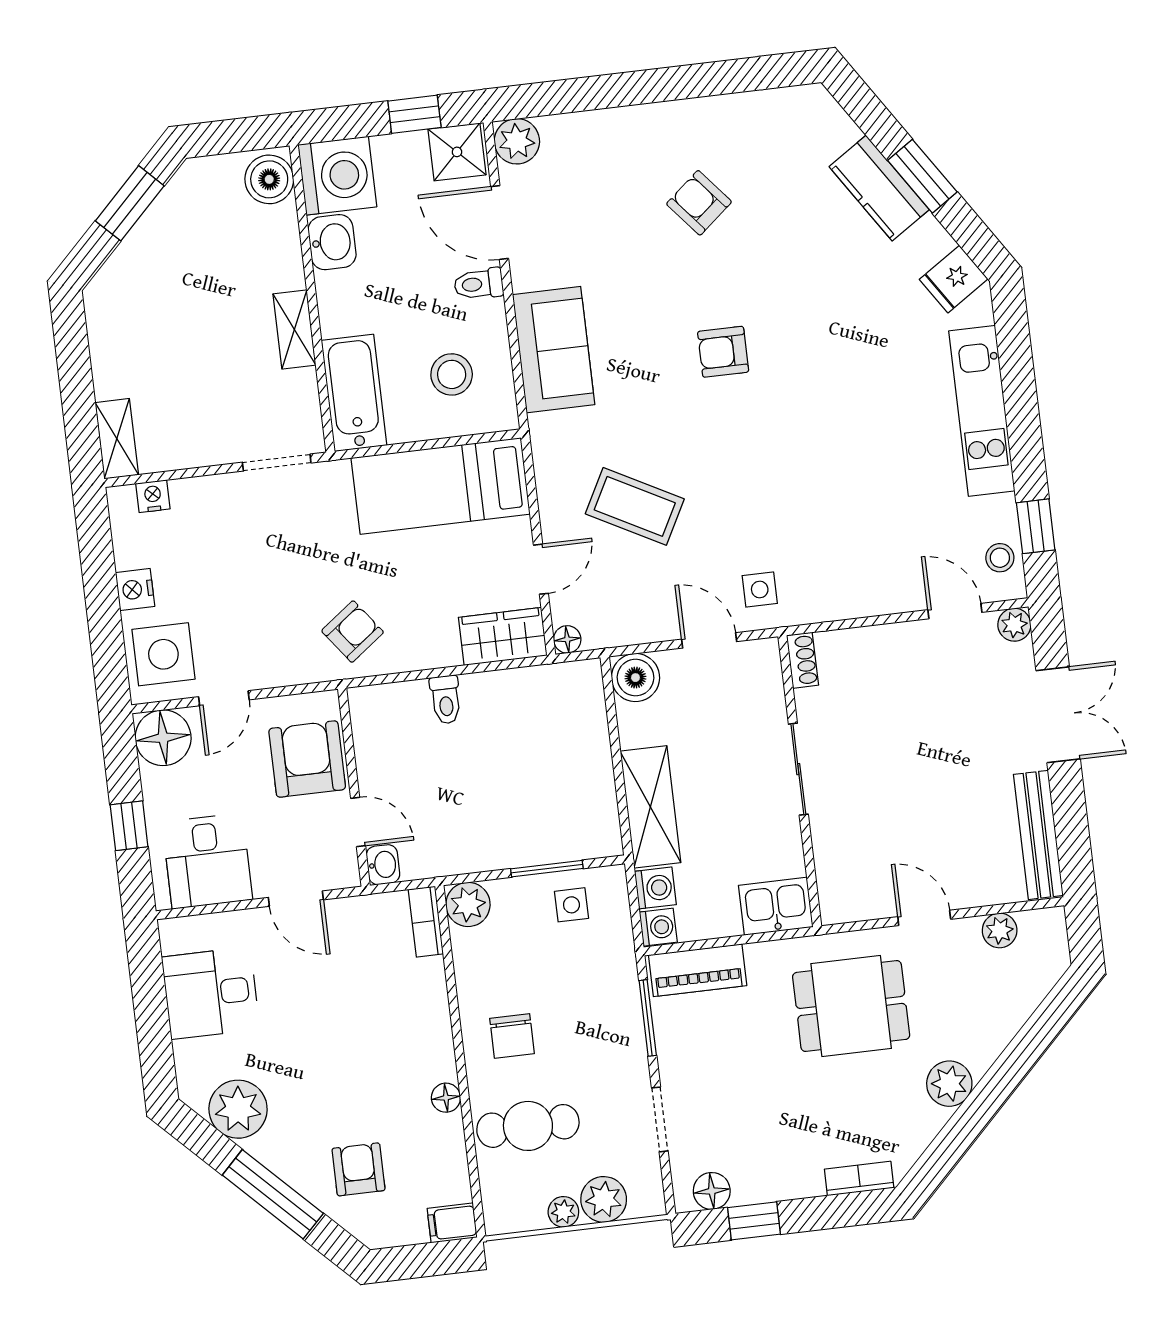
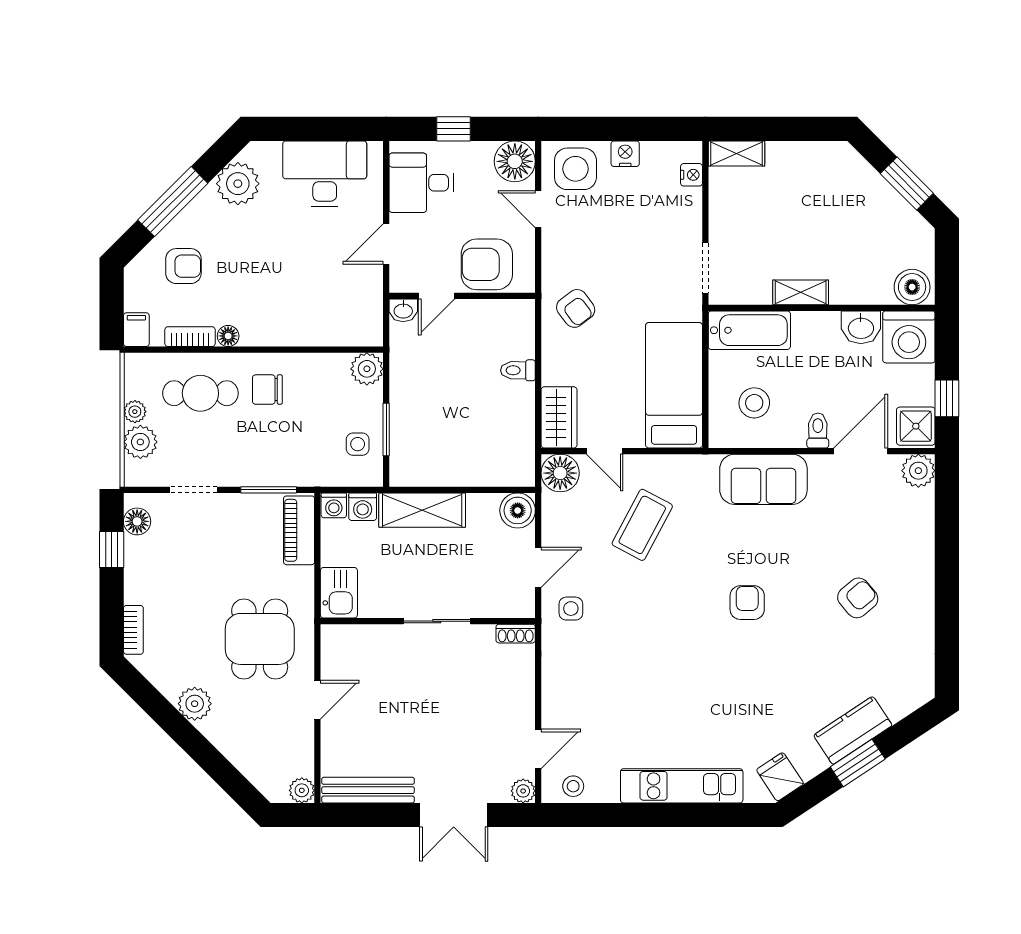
window: (1036, 526) -> (593, 815), removed
floor lamp: (567, 639) -> (560, 473), width x1.89, depth x1.89
armchair: (307, 759) -> (487, 264), turned 180
bookcase: (426, 922) -> (190, 337), moved
plant: (1000, 930) -> (302, 790), moved
desk: (211, 993) -> (325, 174), width x1.37
cafe table: (528, 1126) -> (200, 393), turned 90

